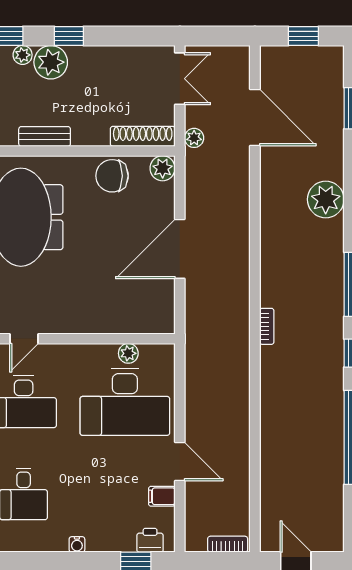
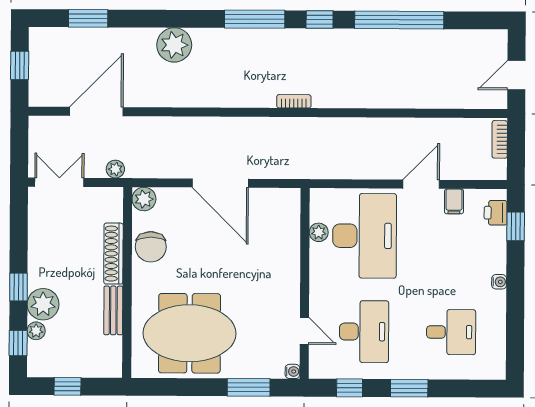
shoe rack: (143, 136) -> (113, 254), moved

